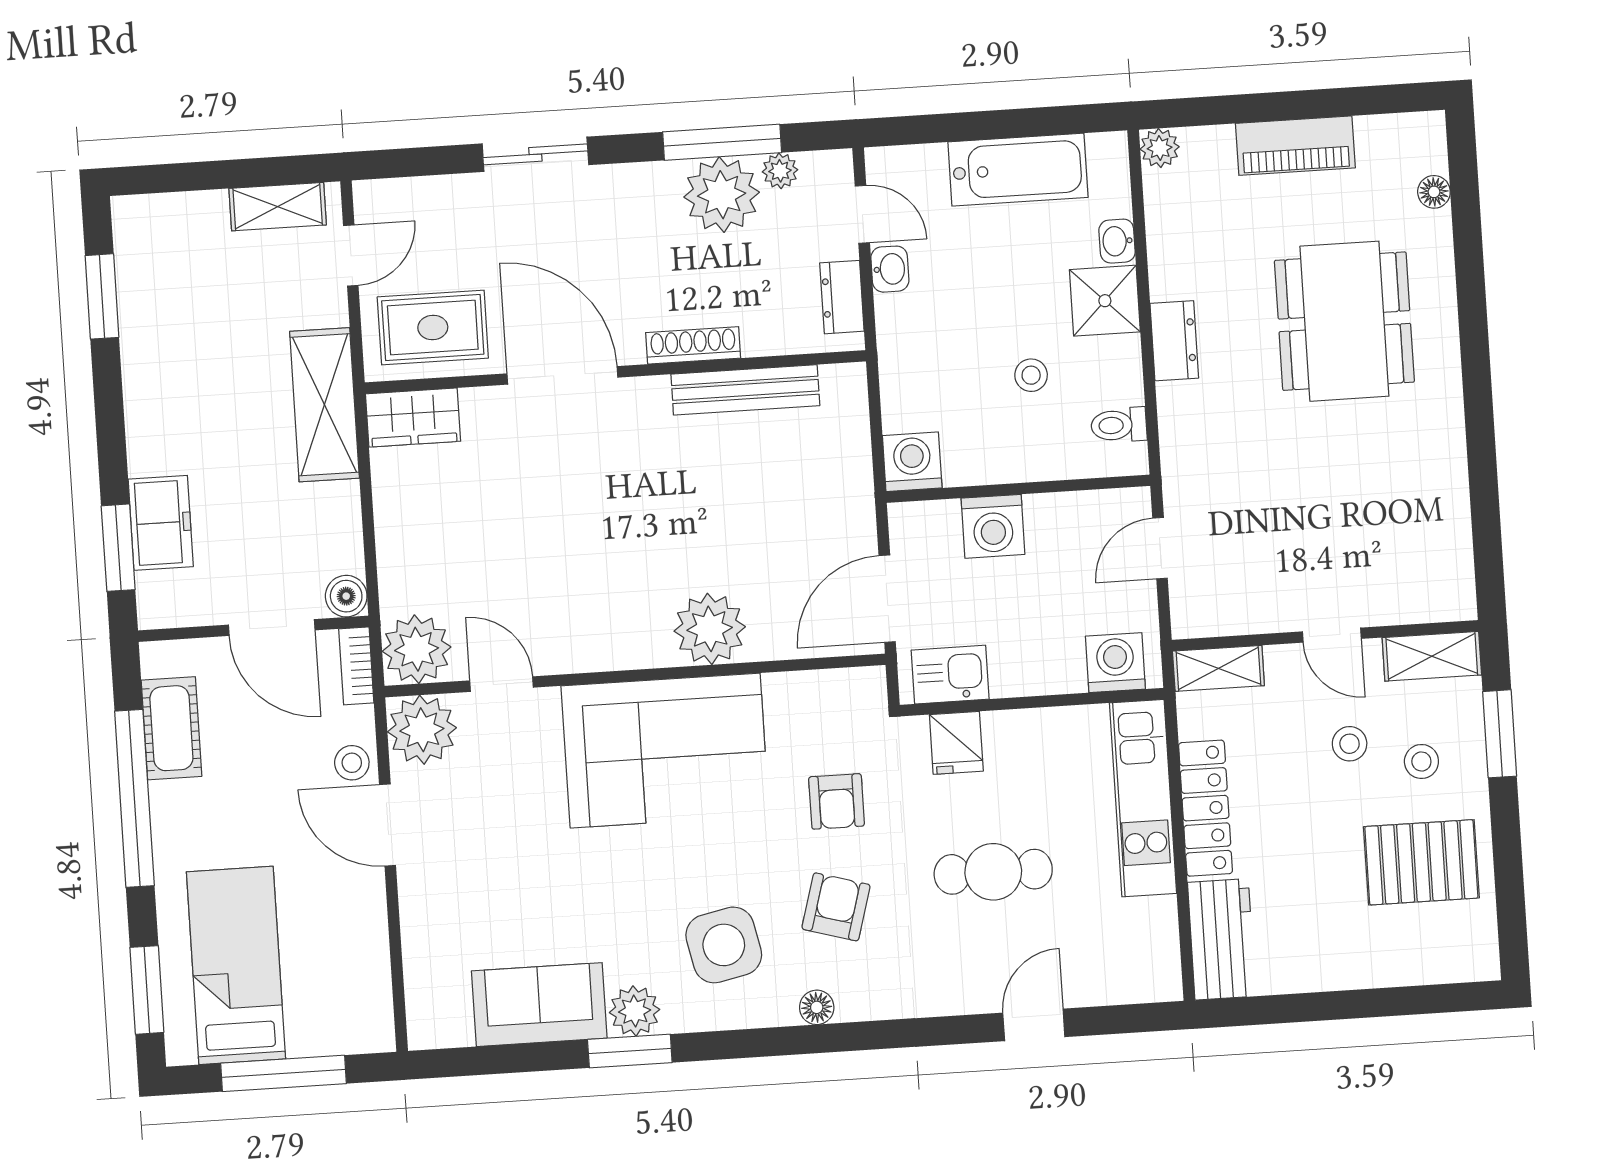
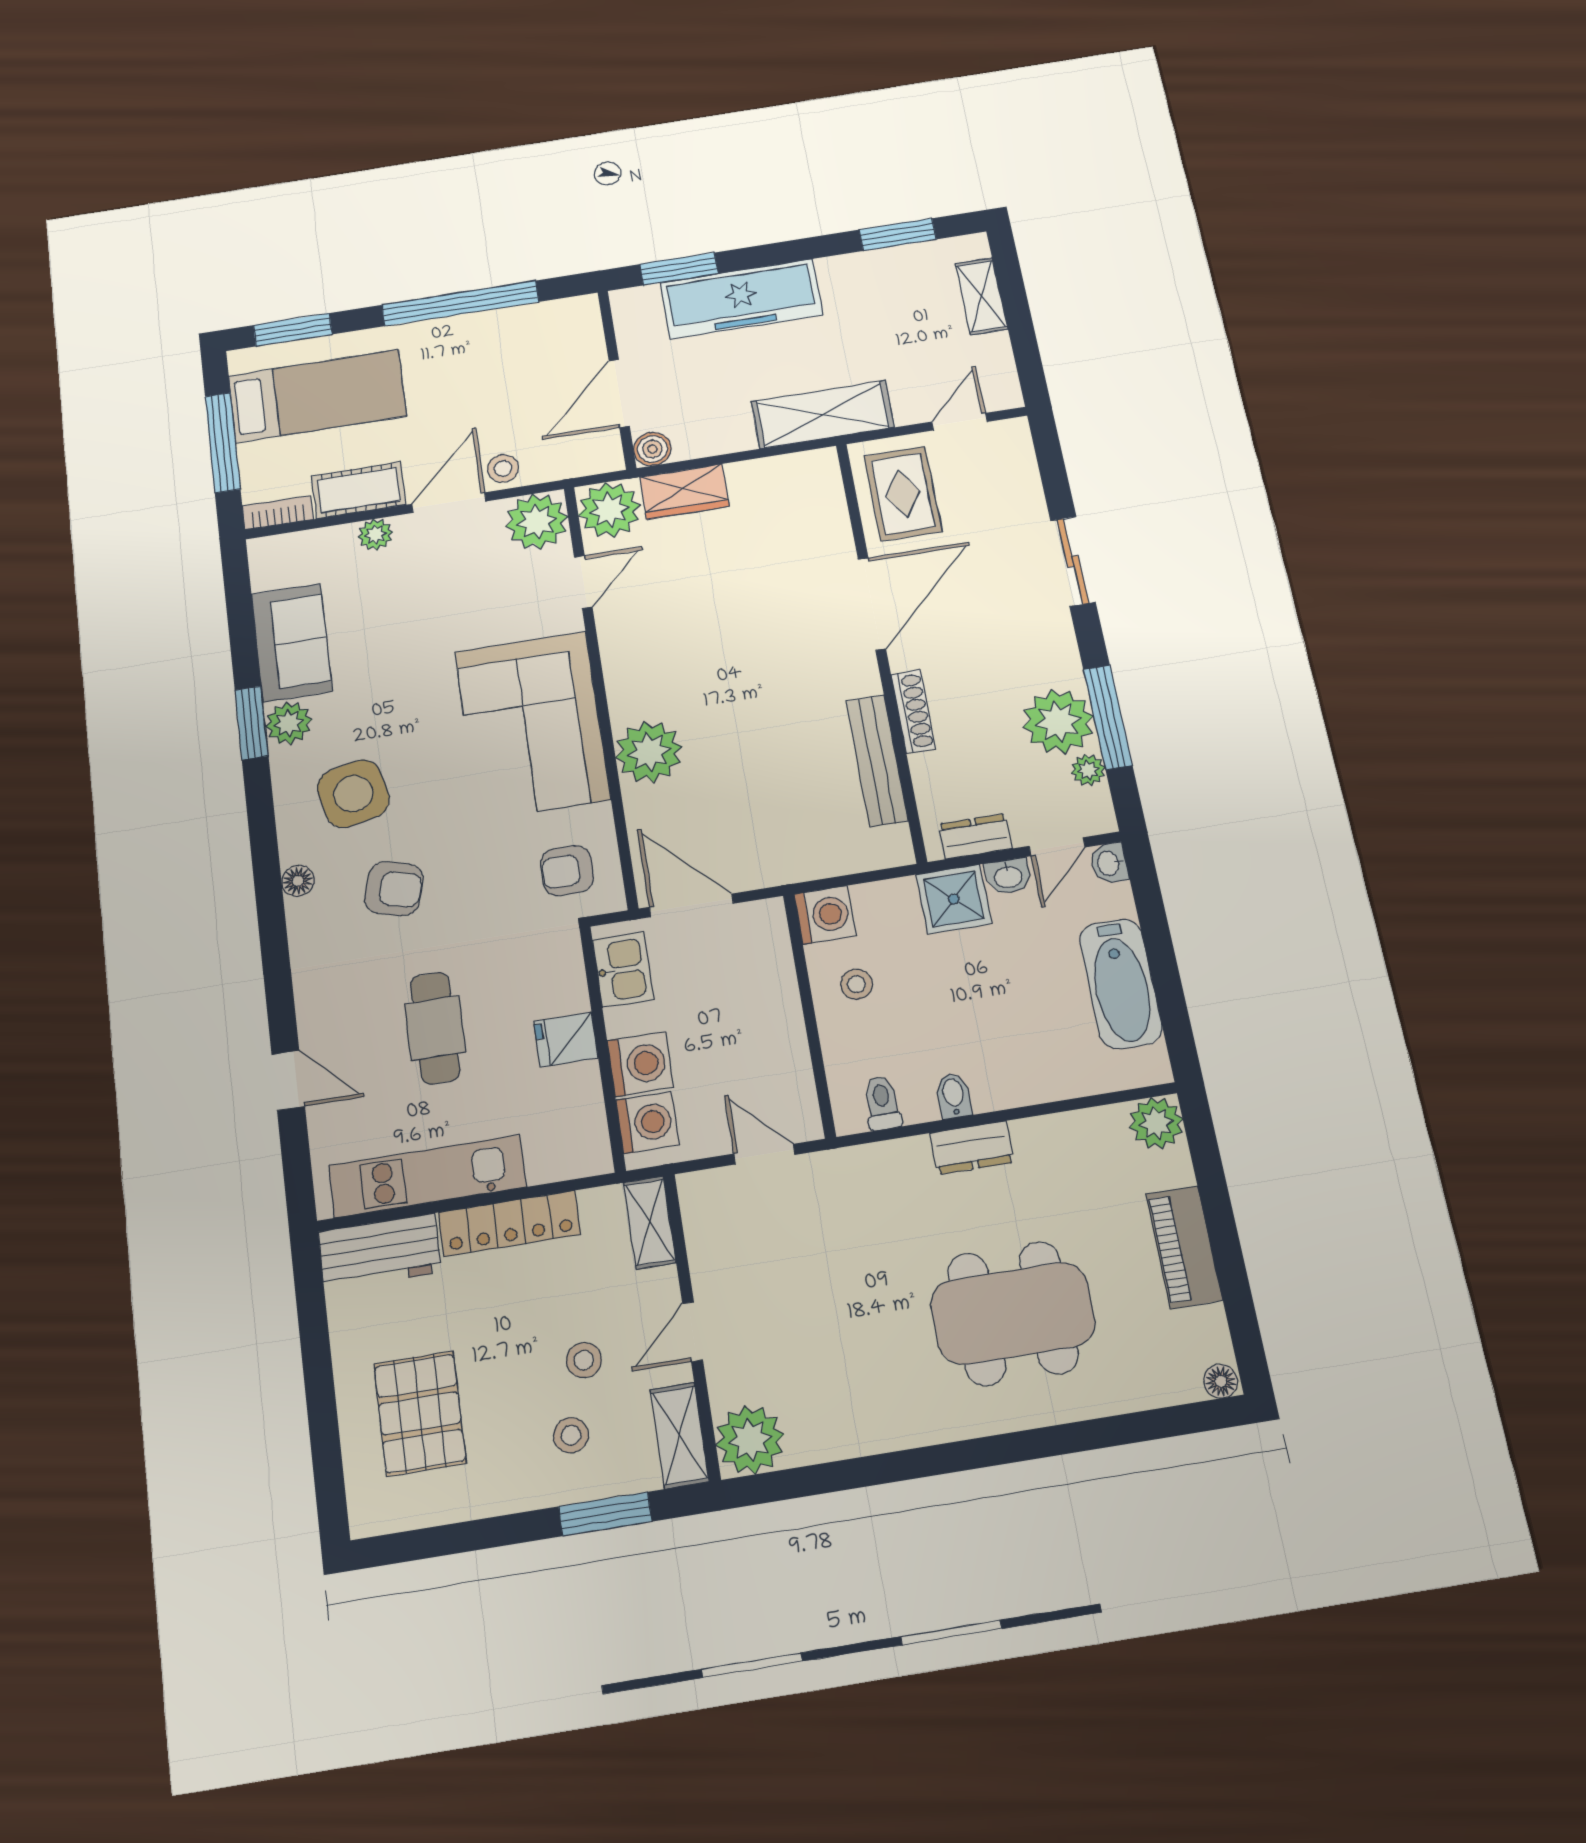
plant: (1160, 148) -> (1156, 1123), width x1.38, depth x1.38
floor lamp: (1434, 192) -> (1221, 1381), moved
shelving: (278, 207) -> (981, 296), moved
washbasin: (1117, 241) -> (1109, 863), moved, turned -90
door: (351, 255) -> (959, 422), swing flipped
shower: (1105, 301) -> (954, 899), moved
bidet: (1119, 353) -> (953, 1096), added
stool: (1031, 375) -> (857, 984), moved
wardrobe: (413, 418) -> (684, 492), moved, turned -90
freezer: (161, 523) -> (741, 299), width x1.91, depth x1.26
washing machine: (993, 526) -> (640, 1064), moved, turned 180
plant: (1442, 589) -> (750, 1440), added
bookcase: (356, 666) -> (278, 513), moved
cot: (171, 728) -> (359, 490), moved
fridge: (956, 743) -> (566, 1040), moved
kitchen unit: (1143, 798) -> (427, 1176), moved
armchair: (837, 801) -> (567, 871), moved
pallet: (1421, 862) -> (420, 1413), moved
plant: (418, 908) -> (375, 535), added

